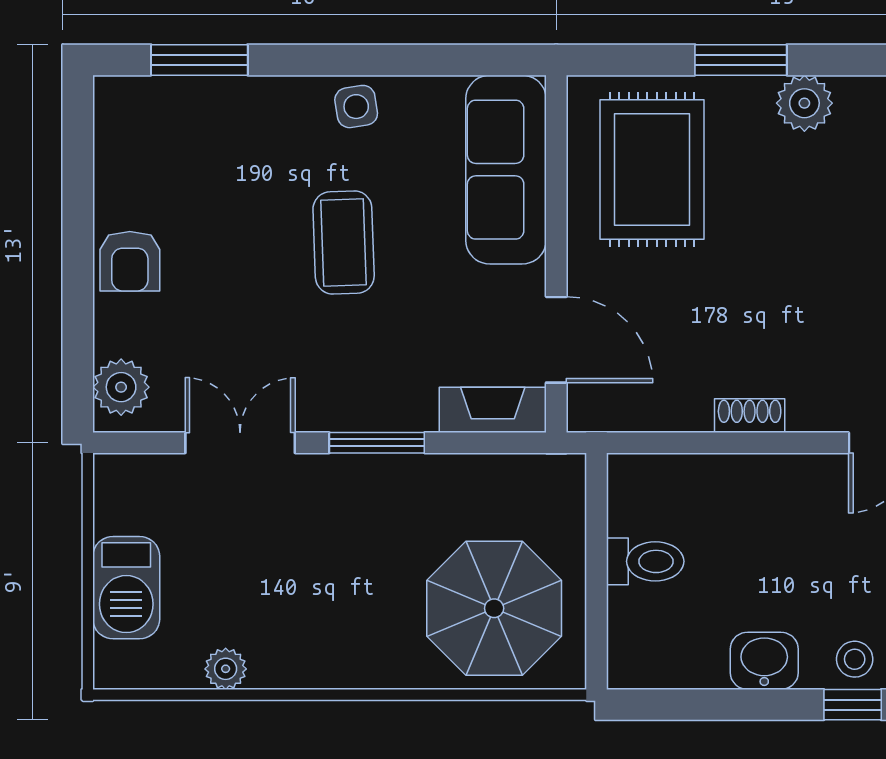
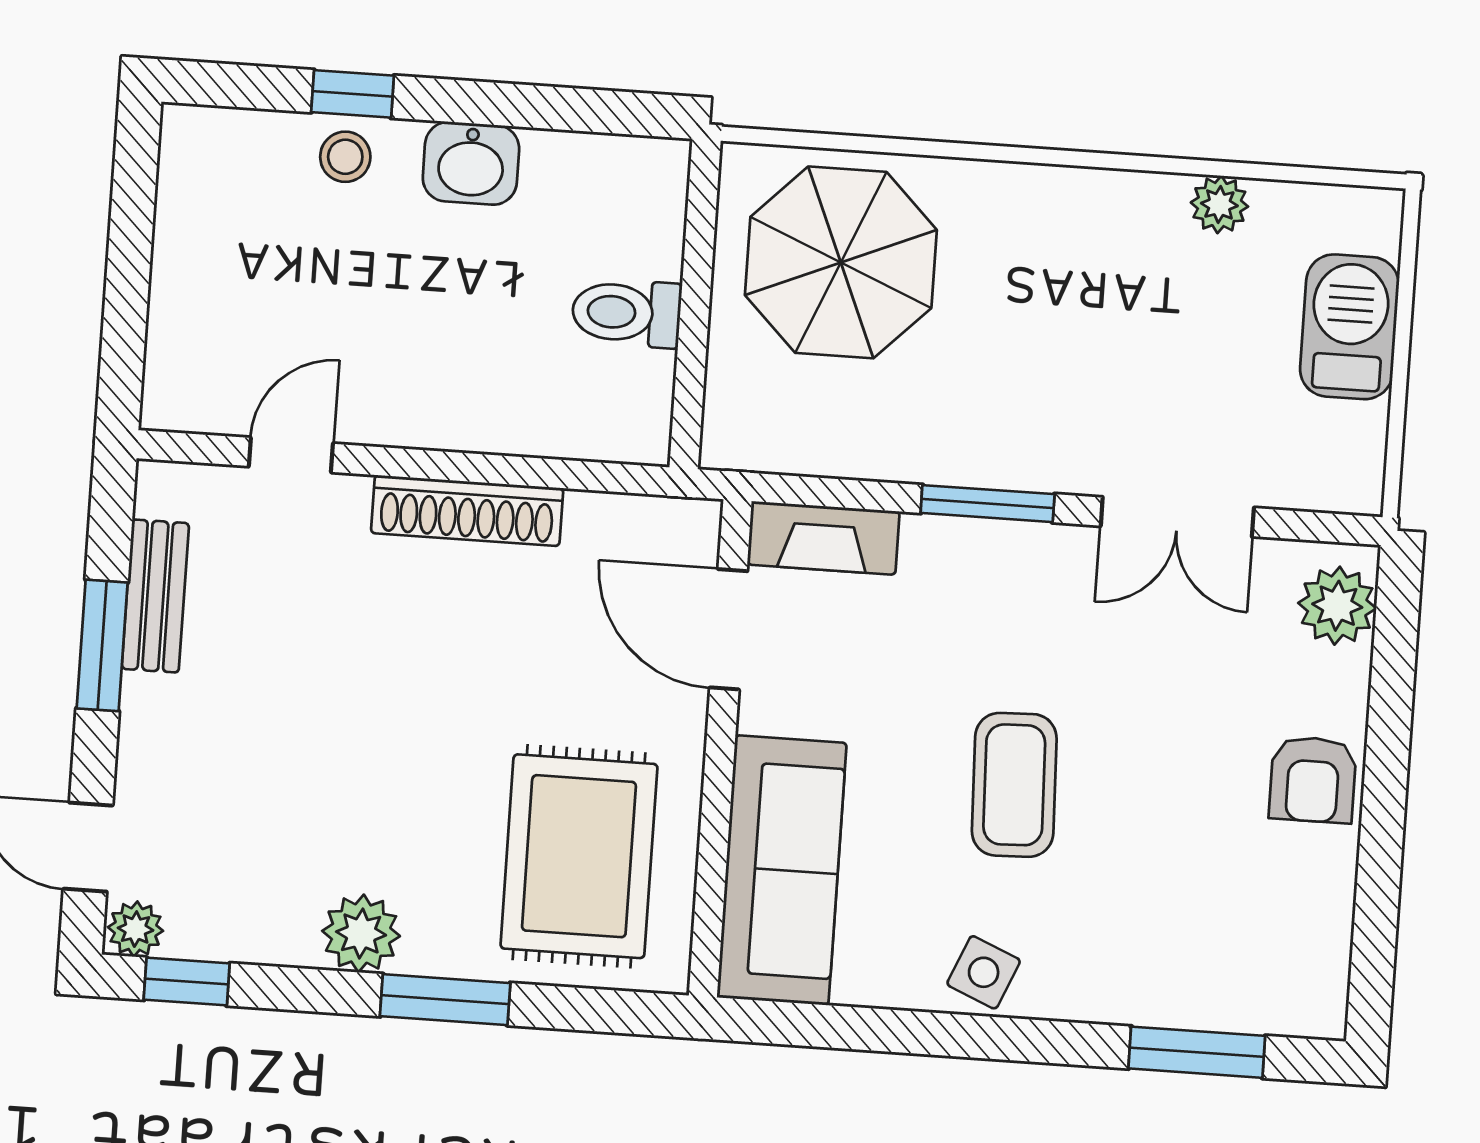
side table: (356, 107) -> (984, 972), turned 32
armchair: (130, 261) -> (1313, 780), turned 180
shoe rack: (750, 416) -> (467, 511), width x1.94, depth x1.24

